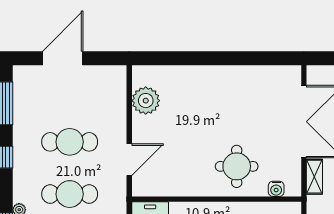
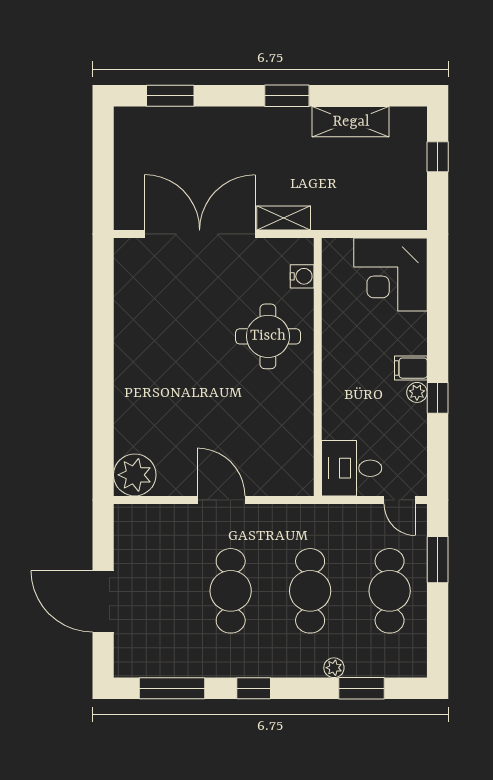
plant: (146, 101) -> (135, 475), moved
door: (129, 160) -> (221, 500), moved

